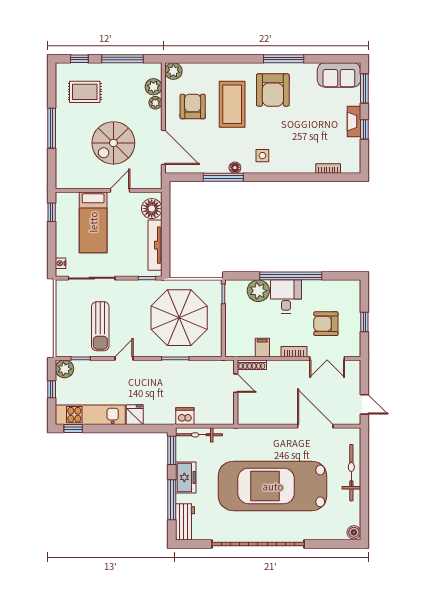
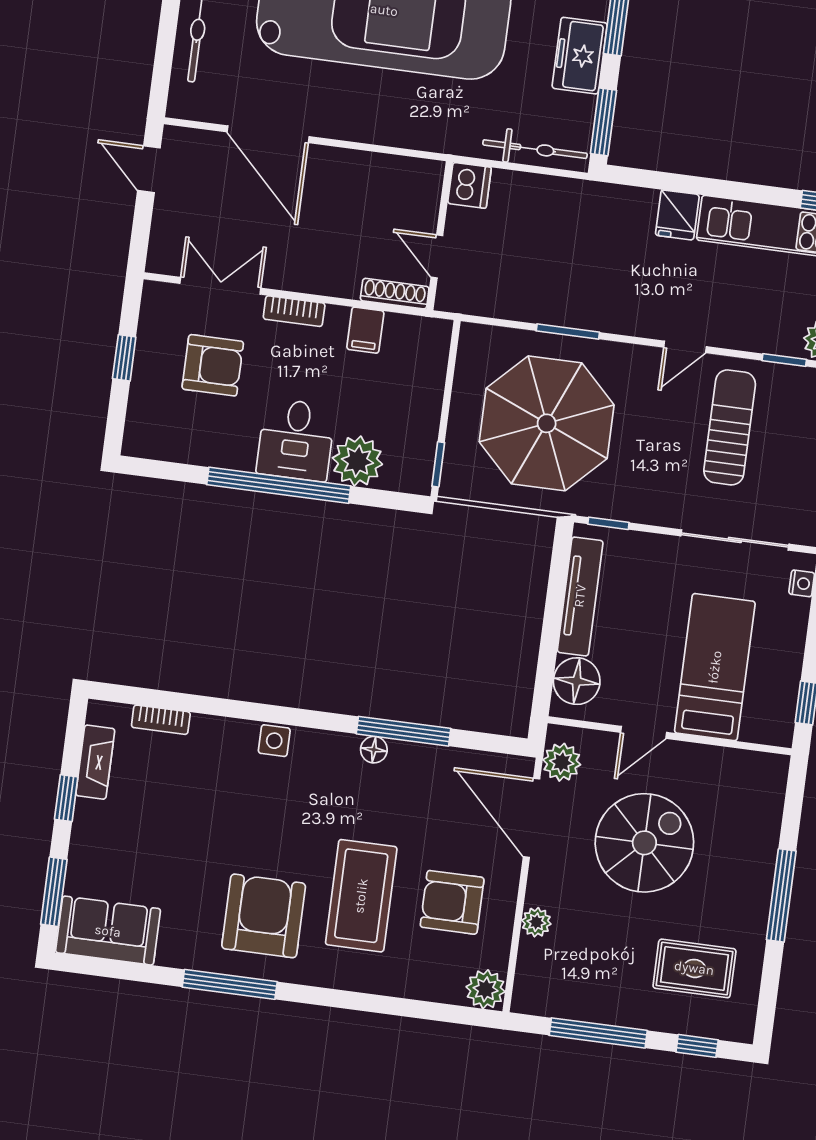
plant: (153, 87) -> (562, 762), moved
armchair: (193, 107) -> (452, 902), turned 90
fireplace: (354, 122) -> (95, 762), moved
side table: (262, 156) -> (274, 741), moved
dishwasher: (185, 416) -> (469, 185), moved, turned -90

